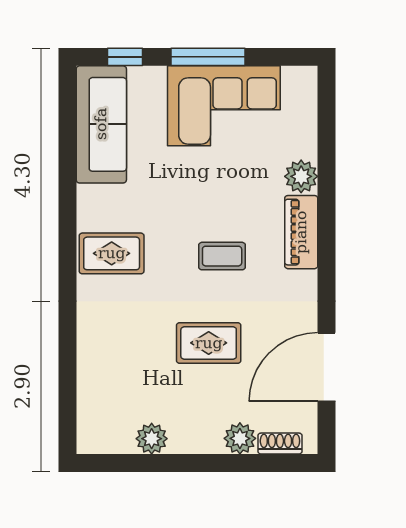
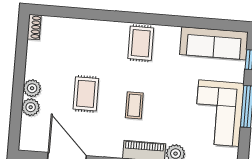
plant: (152, 439) -> (32, 88), moved
shoe rack: (280, 444) -> (34, 27), moved

